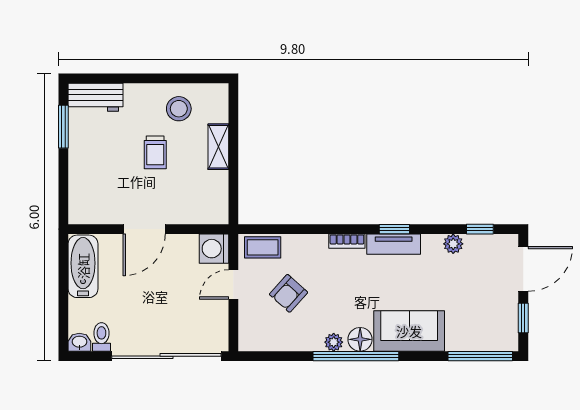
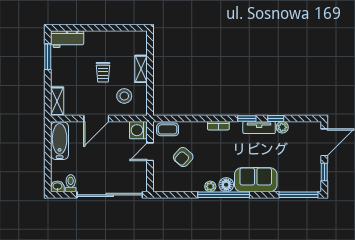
stool: (179, 109) -> (124, 96), moved
shelving: (79, 201) -> (57, 101), added
window: (480, 229) -> (276, 118), moved
tv unit: (394, 244) -> (259, 127), moved

